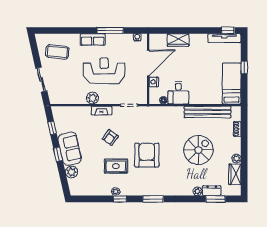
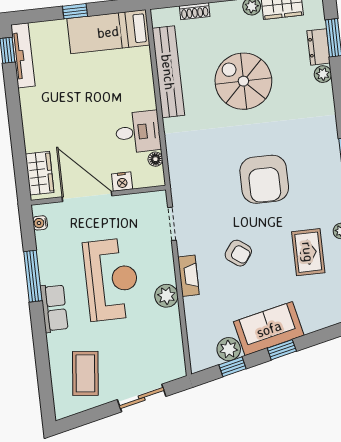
wardrobe: (178, 40) -> (40, 173), moved
reception desk: (104, 71) -> (111, 279), turned 180
armchair: (147, 155) -> (264, 179), turned -90
rug: (116, 166) -> (308, 252), moved
plant: (71, 172) -> (229, 349), moved

